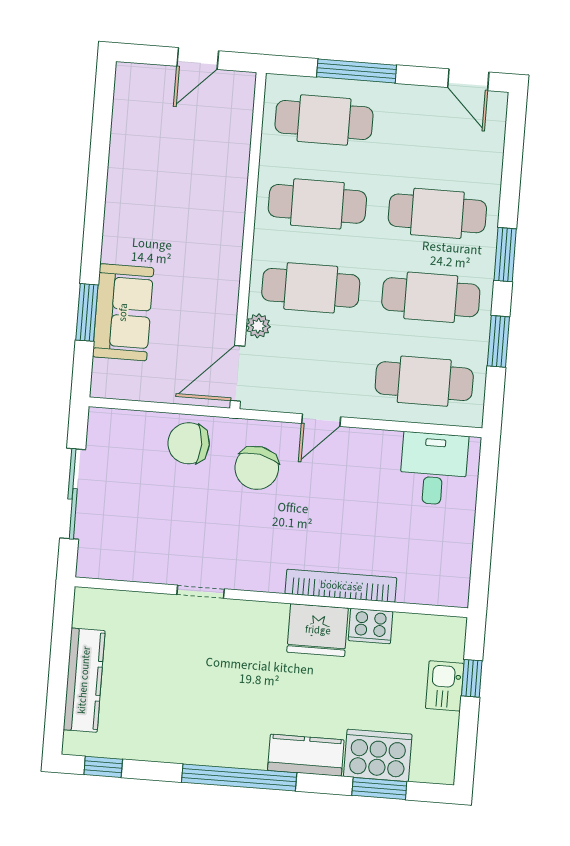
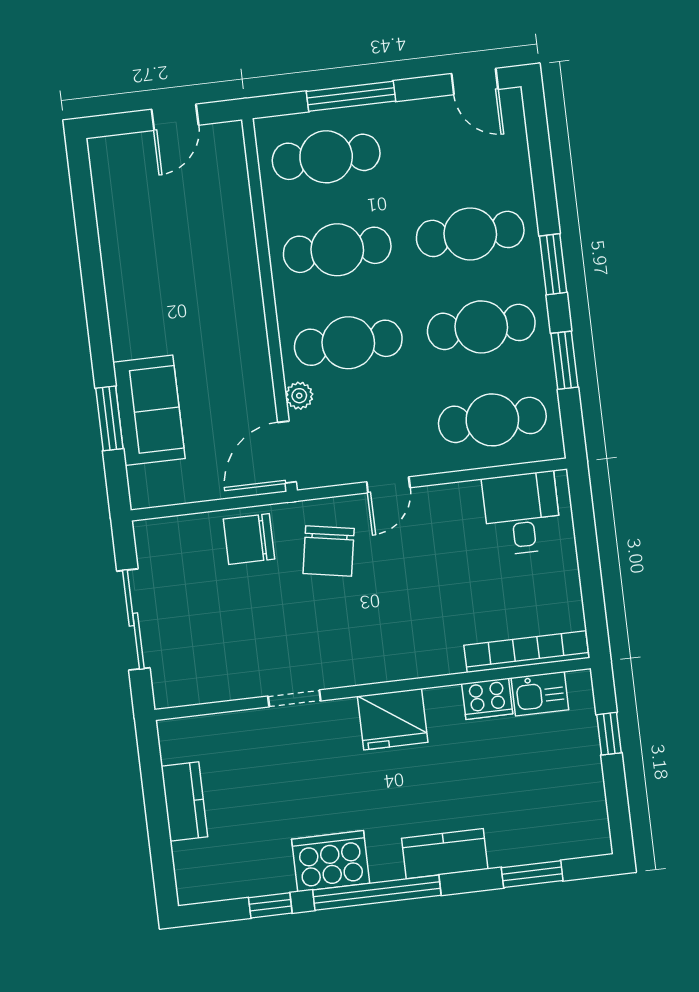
bookcase: (341, 586) -> (526, 652), moved
fridge: (318, 630) -> (393, 719), moved
kitchen counter: (84, 680) -> (184, 801), width x0.67
kitchen sink: (445, 686) -> (540, 694), moved, turned -90
cooker: (378, 755) -> (331, 861), moved
window: (103, 767) -> (270, 905), moved

